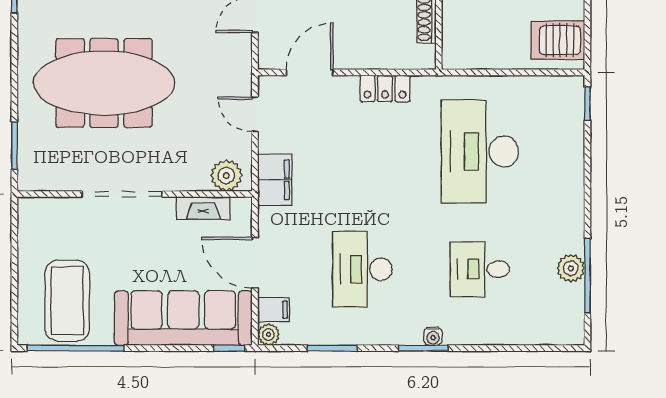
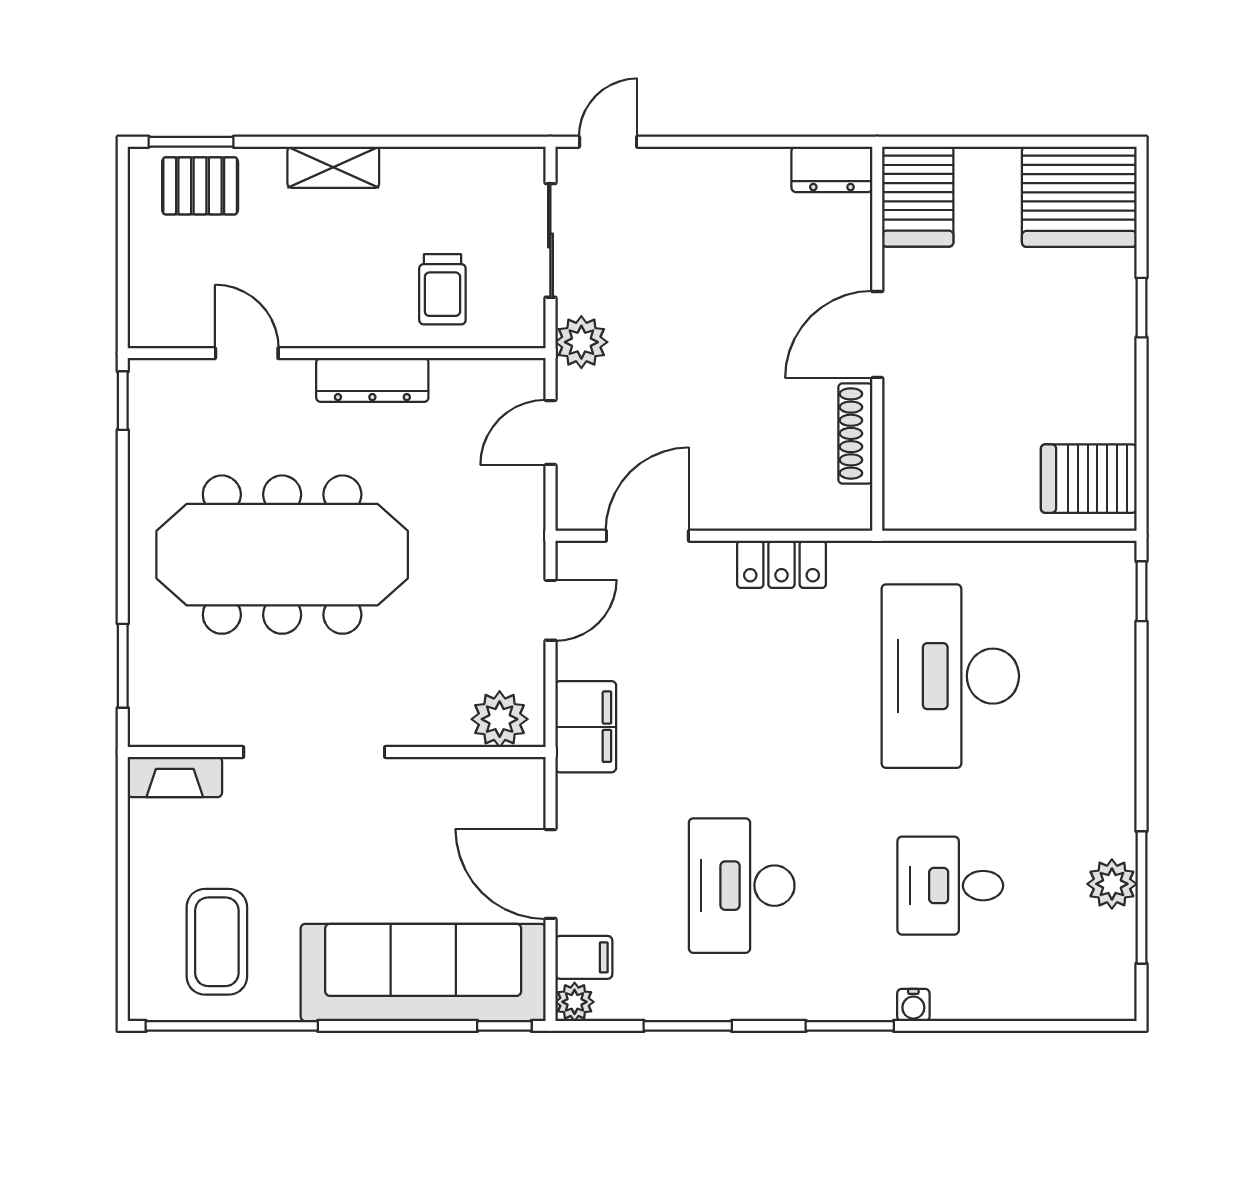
door: (255, 114) -> (550, 610), swing flipped
fireplace: (203, 208) -> (175, 777), moved
coffee table: (67, 301) -> (217, 942), width x0.73, depth x0.76
water cooler: (433, 336) -> (913, 1005), moved

